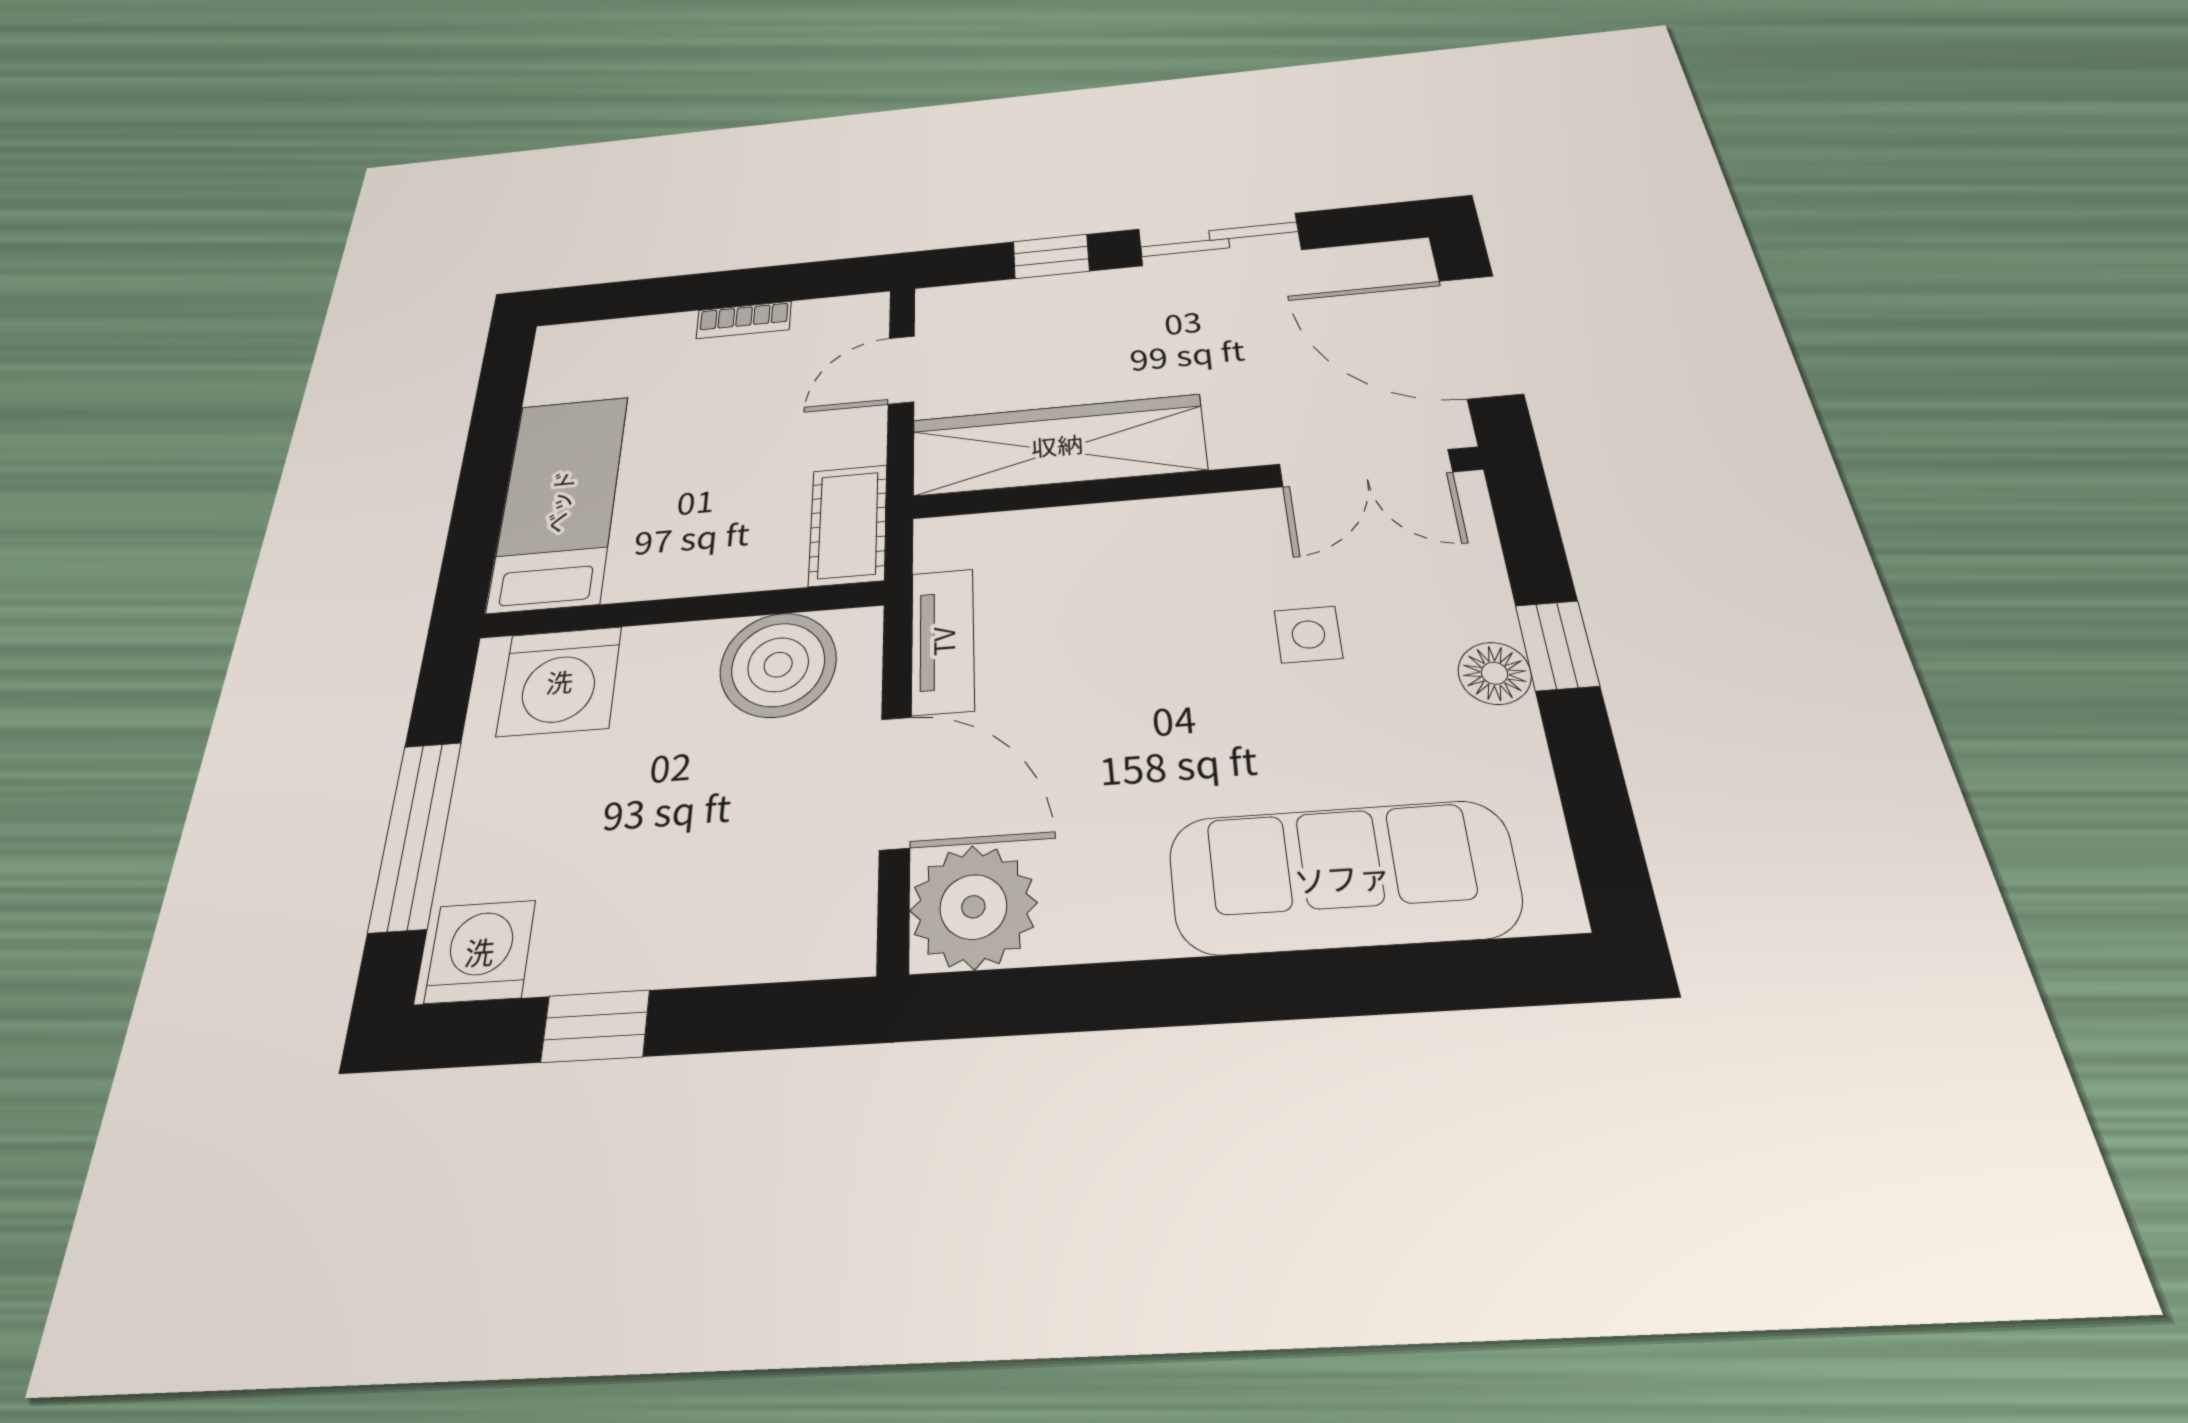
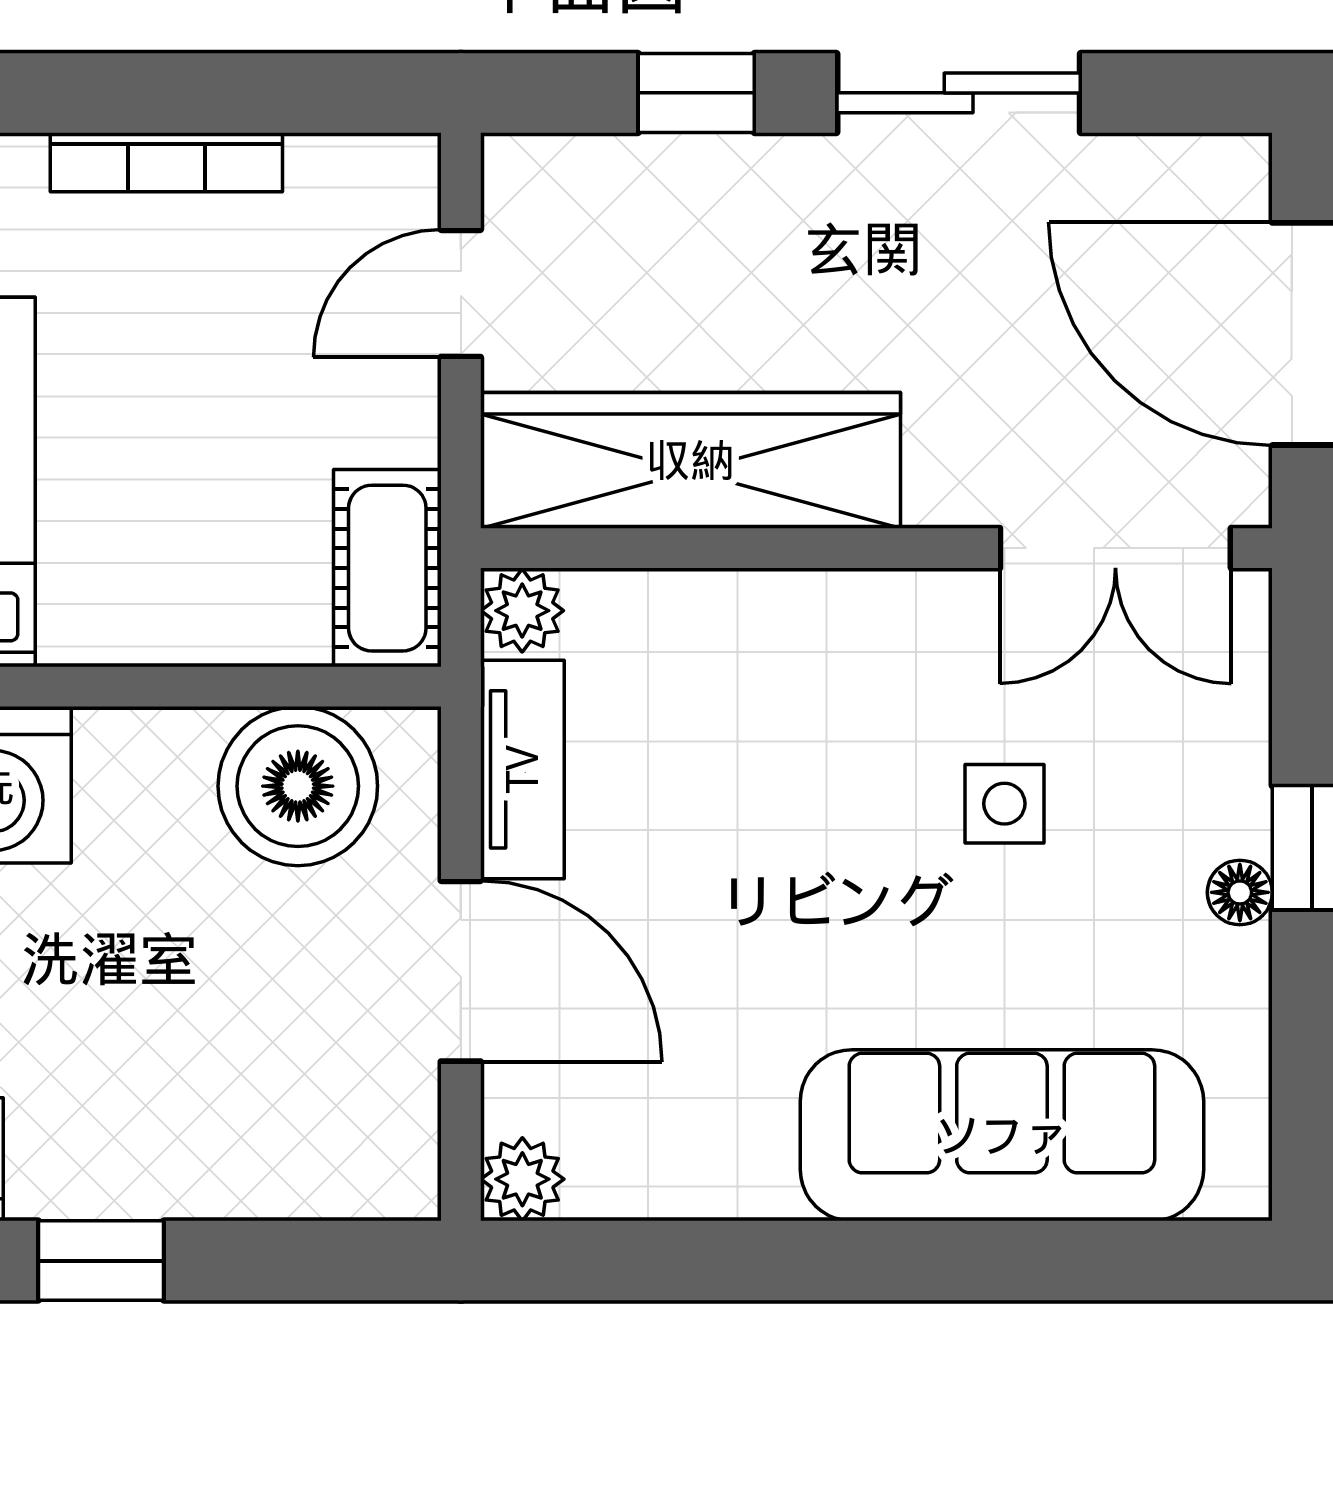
bookcase: (744, 320) -> (166, 162), width x1.56
plant: (942, 542) -> (522, 611), added
floor lamp: (1495, 673) -> (1240, 892), width x0.73, depth x0.73
plant: (973, 907) -> (522, 1179), width x0.53, depth x0.53

